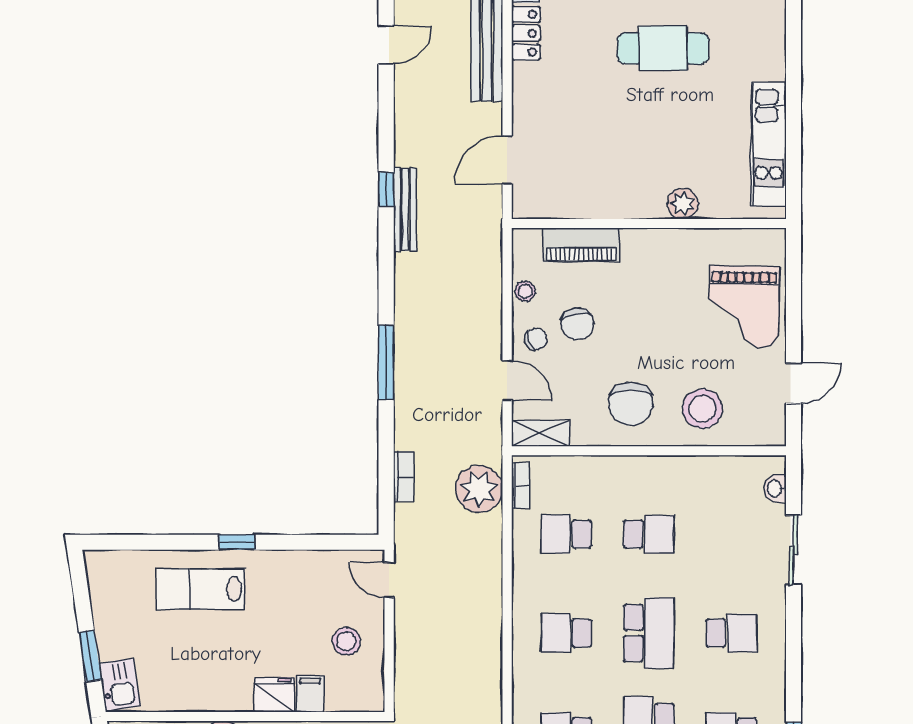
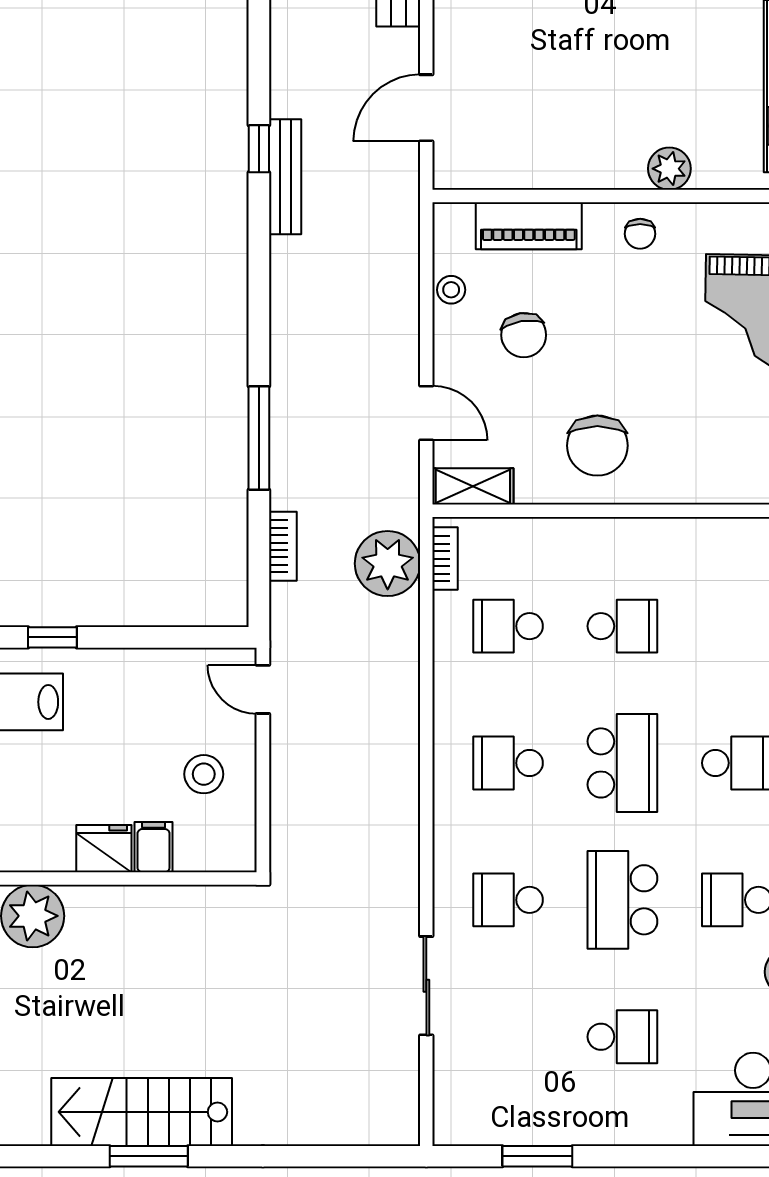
chair: (536, 339) -> (640, 234), moved, turned 108
window: (386, 362) -> (259, 438), moved
stool: (702, 409) -> (697, 452), removed

